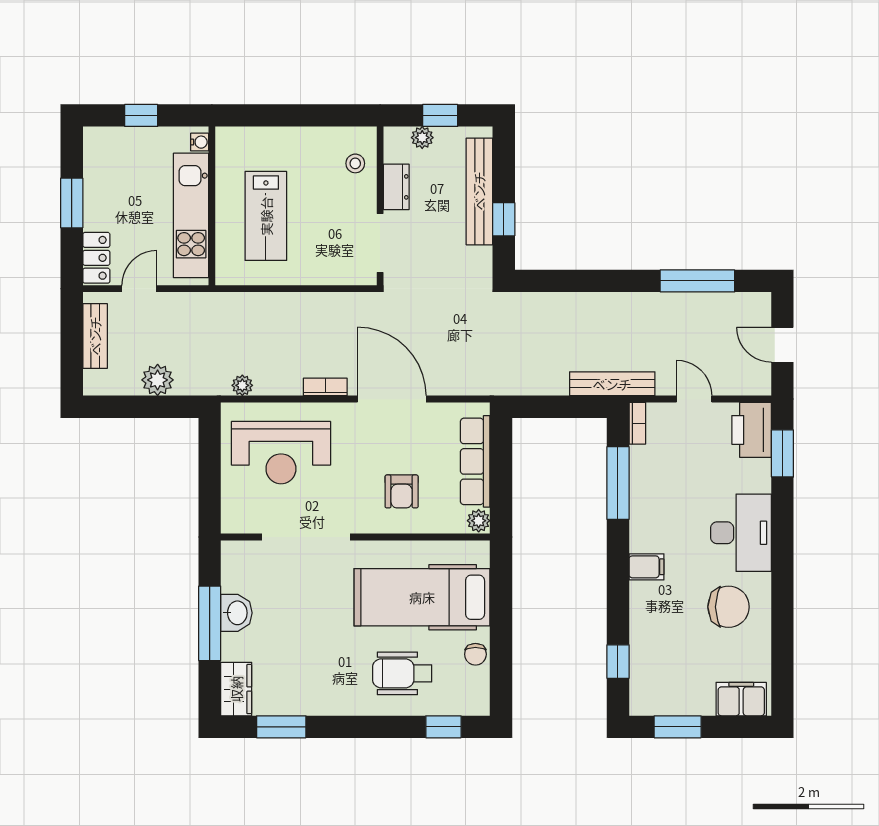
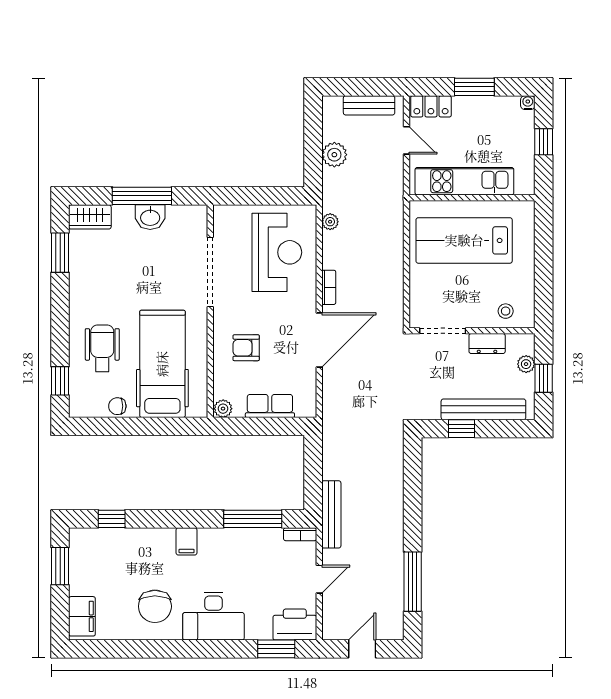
water cooler: (200, 142) -> (528, 103), moved, turned 180
lab bench: (266, 216) -> (464, 240), width x1.36, depth x1.39
reception desk: (281, 453) -> (277, 252), turned 180
row of seats: (475, 461) -> (270, 406), width x0.68

